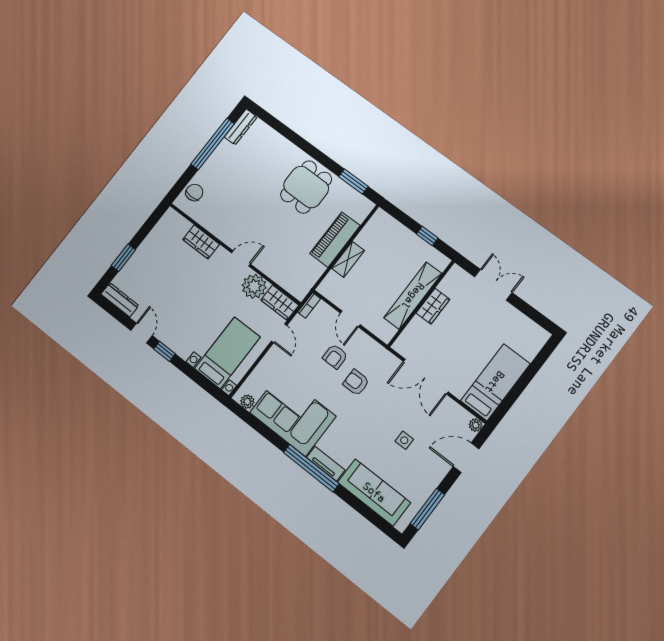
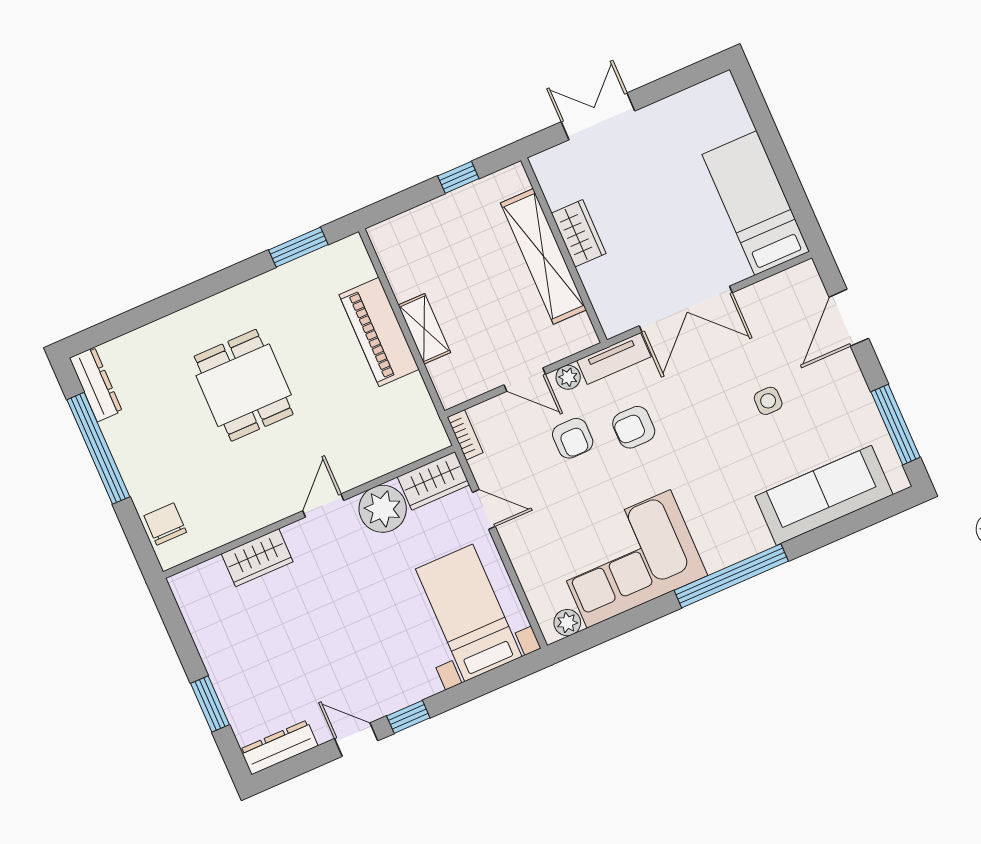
dining table: (306, 187) -> (244, 385), moved
plant: (476, 425) -> (568, 377), moved
tv unit: (326, 464) -> (614, 359), moved, turned 180

